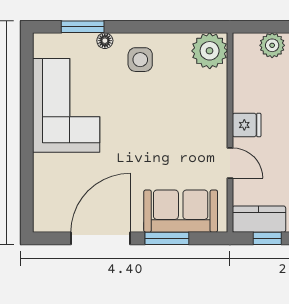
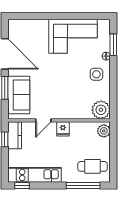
plant: (272, 45) -> (104, 131), moved

